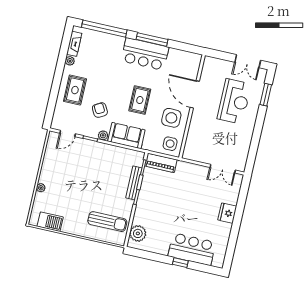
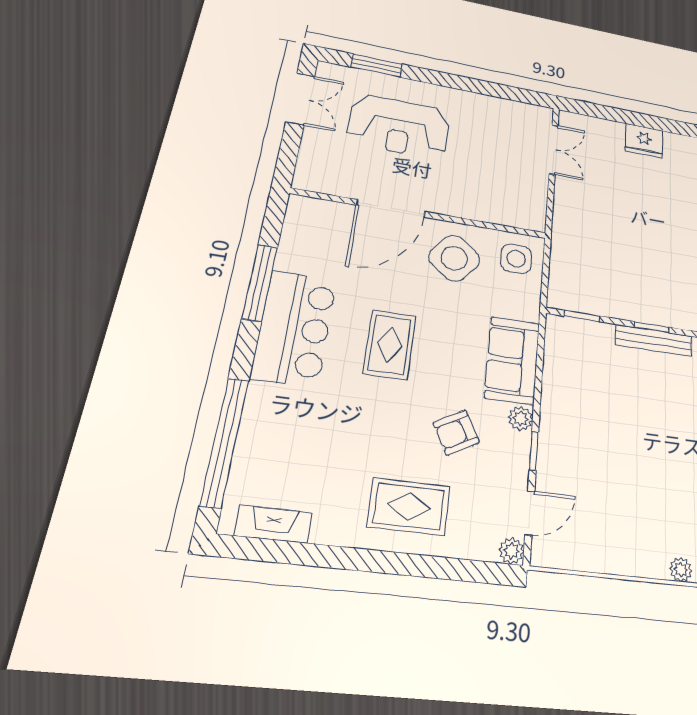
window: (152, 39) -> (260, 282), moved
plant: (70, 61) -> (511, 551), moved
rug: (140, 100) -> (390, 345), moved, turned 90
reception desk: (234, 101) -> (399, 127), turned 180
side table: (171, 118) -> (454, 258), turned 38
door: (68, 134) -> (530, 513), hinge flipped
piano: (161, 163) -> (564, 277), removed
bench: (134, 183) -> (654, 340), moved

